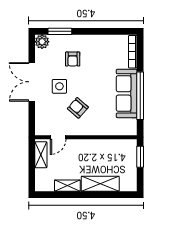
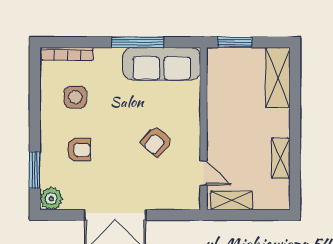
side table: (59, 86) -> (75, 97), moved
sofa: (127, 93) -> (162, 64), moved
window: (140, 96) -> (138, 42), width x0.68
shelving: (100, 184) -> (278, 78), moved

